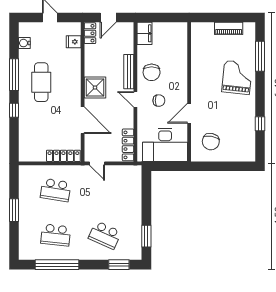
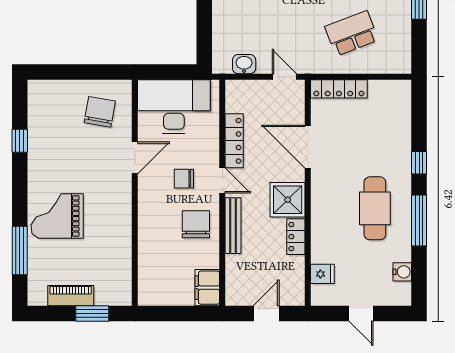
window: (215, 17) -> (92, 313), added
locker: (90, 33) -> (296, 237), moved
grand piano: (237, 77) -> (57, 216), turned 84
locker: (128, 145) -> (234, 141), moved
washbasin: (122, 171) -> (244, 64), added
school desk: (56, 190) -> (352, 33), turned -30

